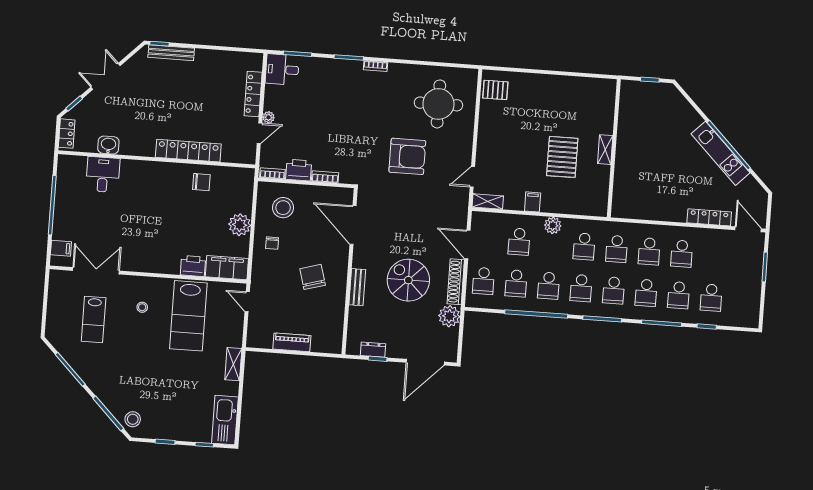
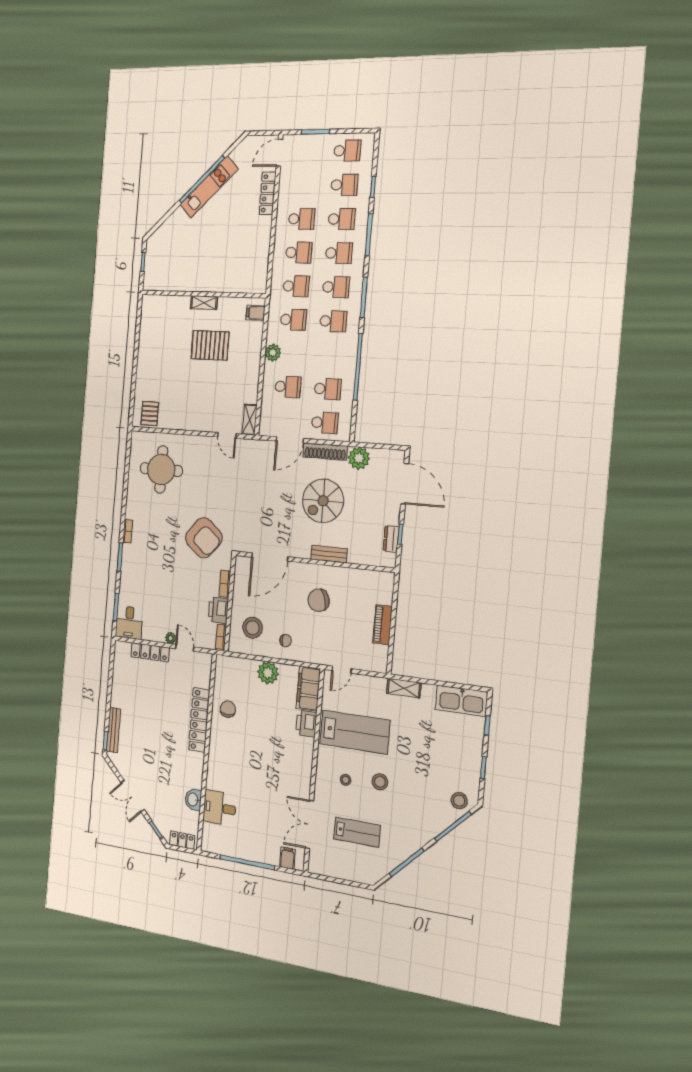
armchair: (407, 156) -> (204, 538), moved, turned 129
filing cabinet: (533, 202) -> (256, 313), moved
school desk: (549, 286) -> (347, 151), moved
stool: (143, 342) -> (380, 782), added

